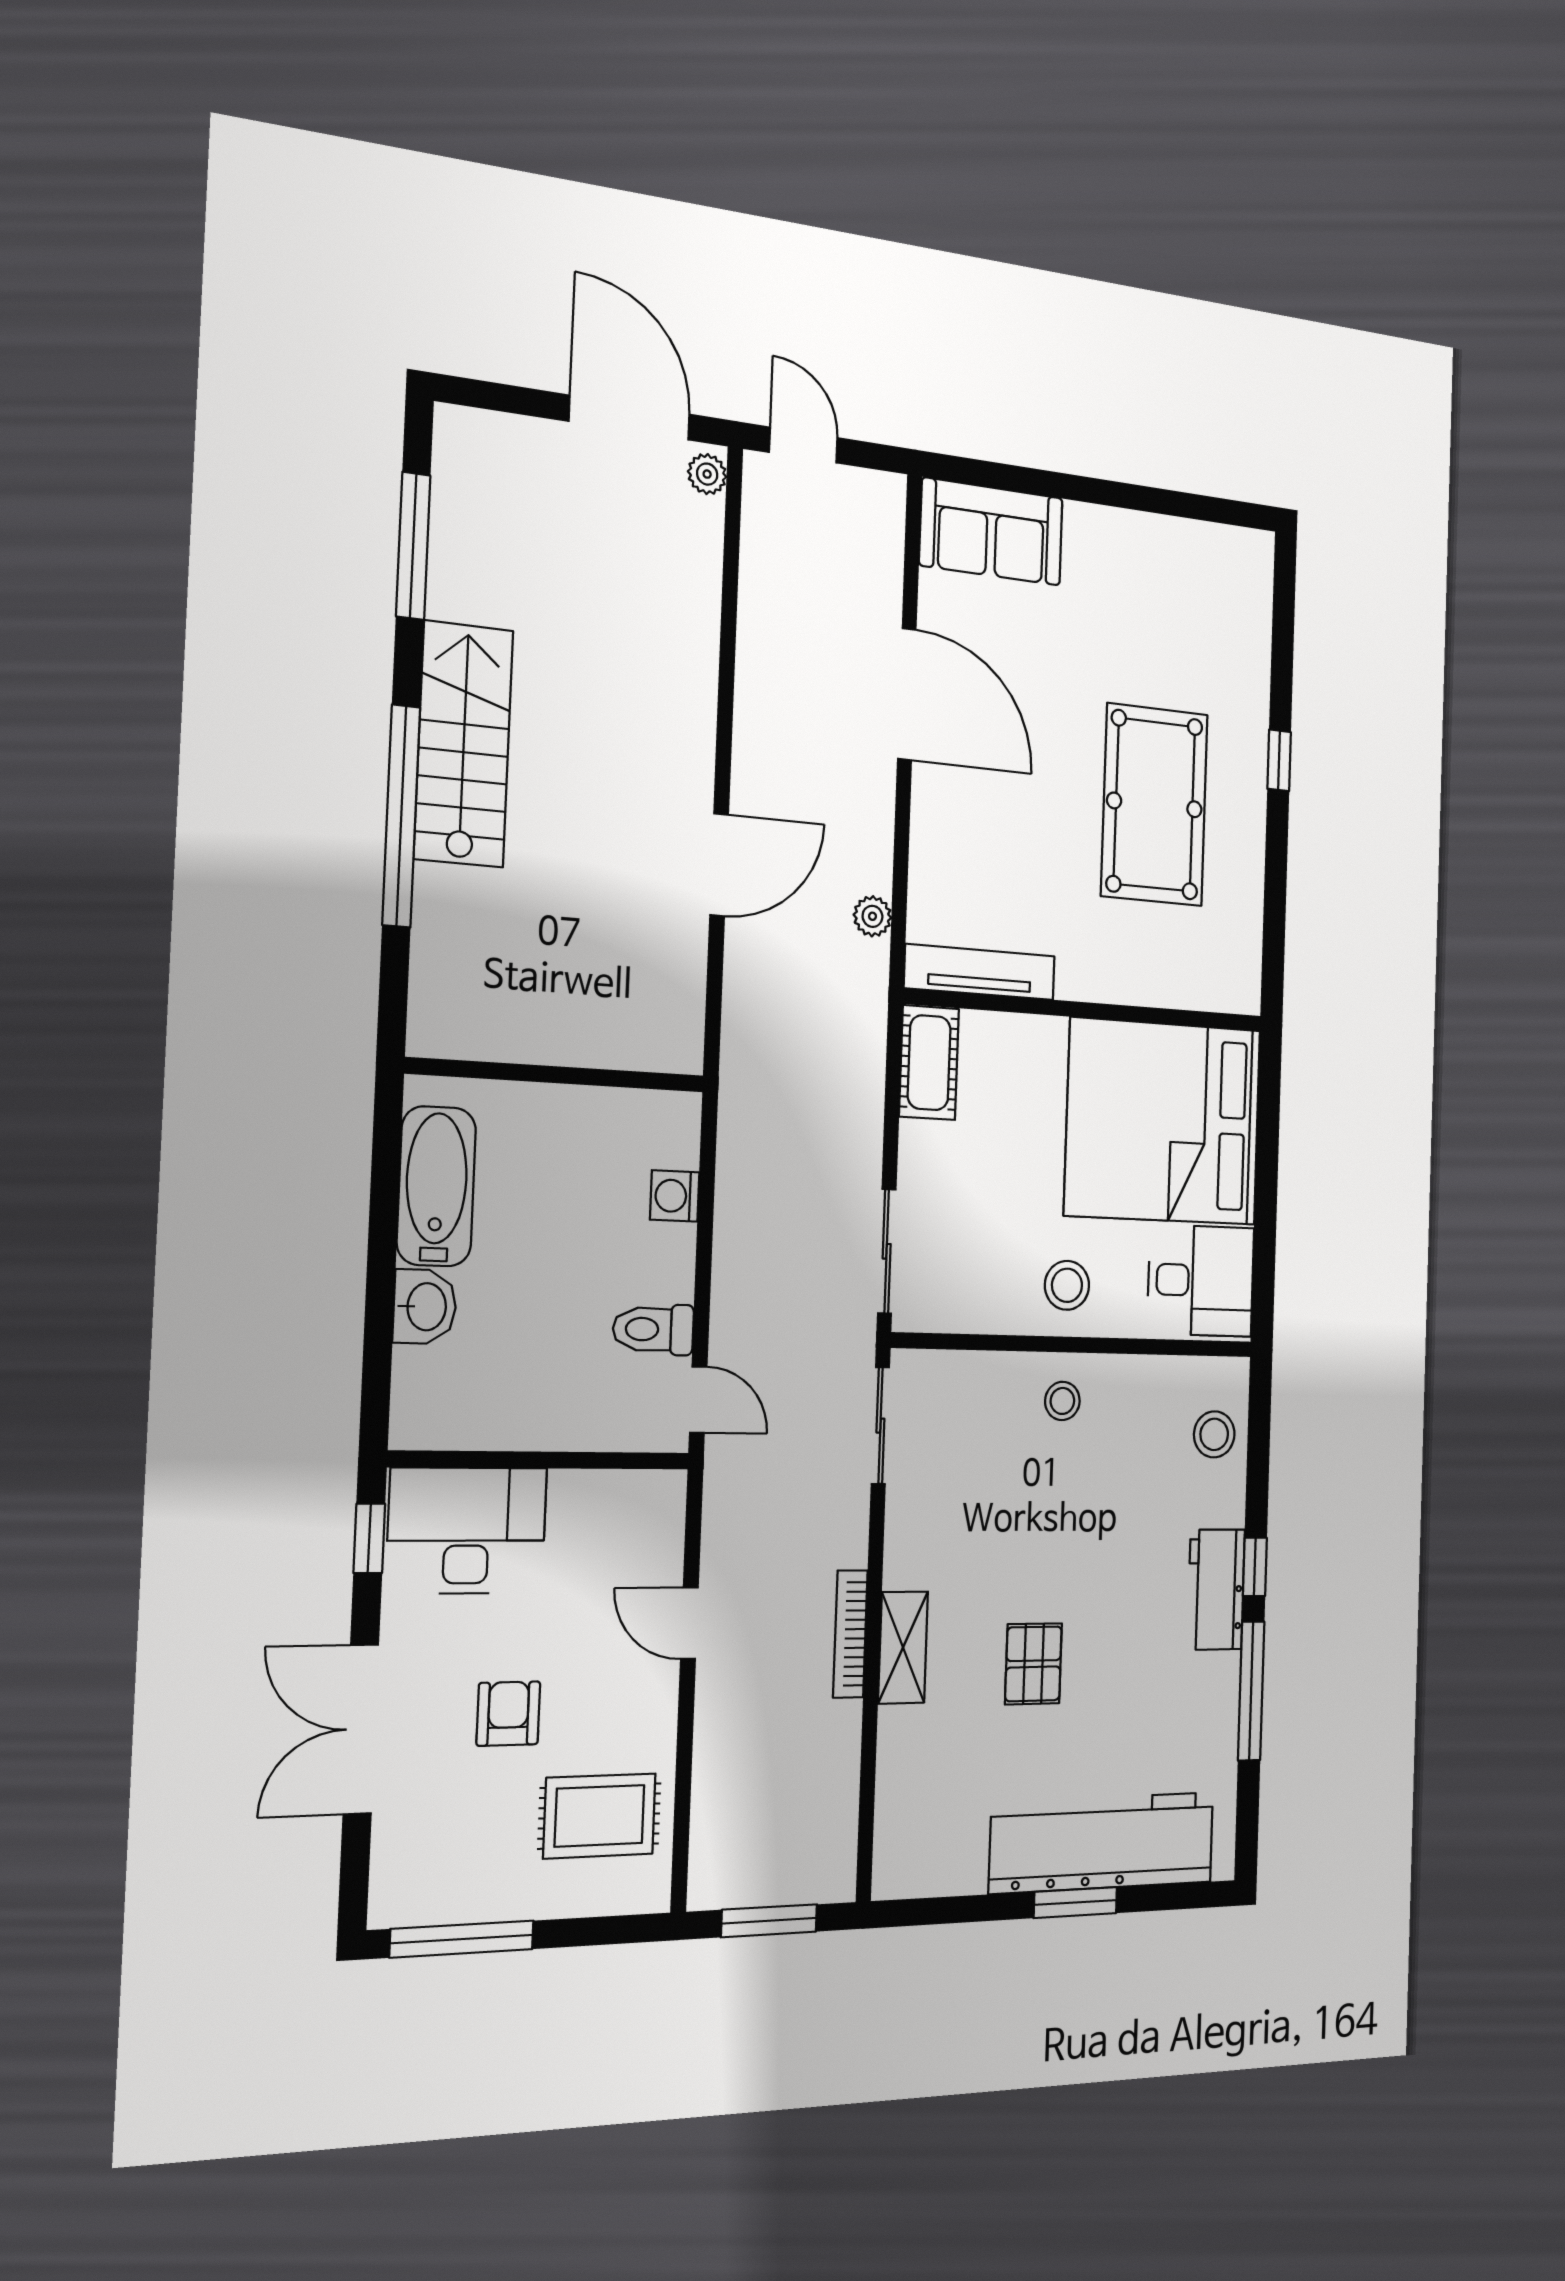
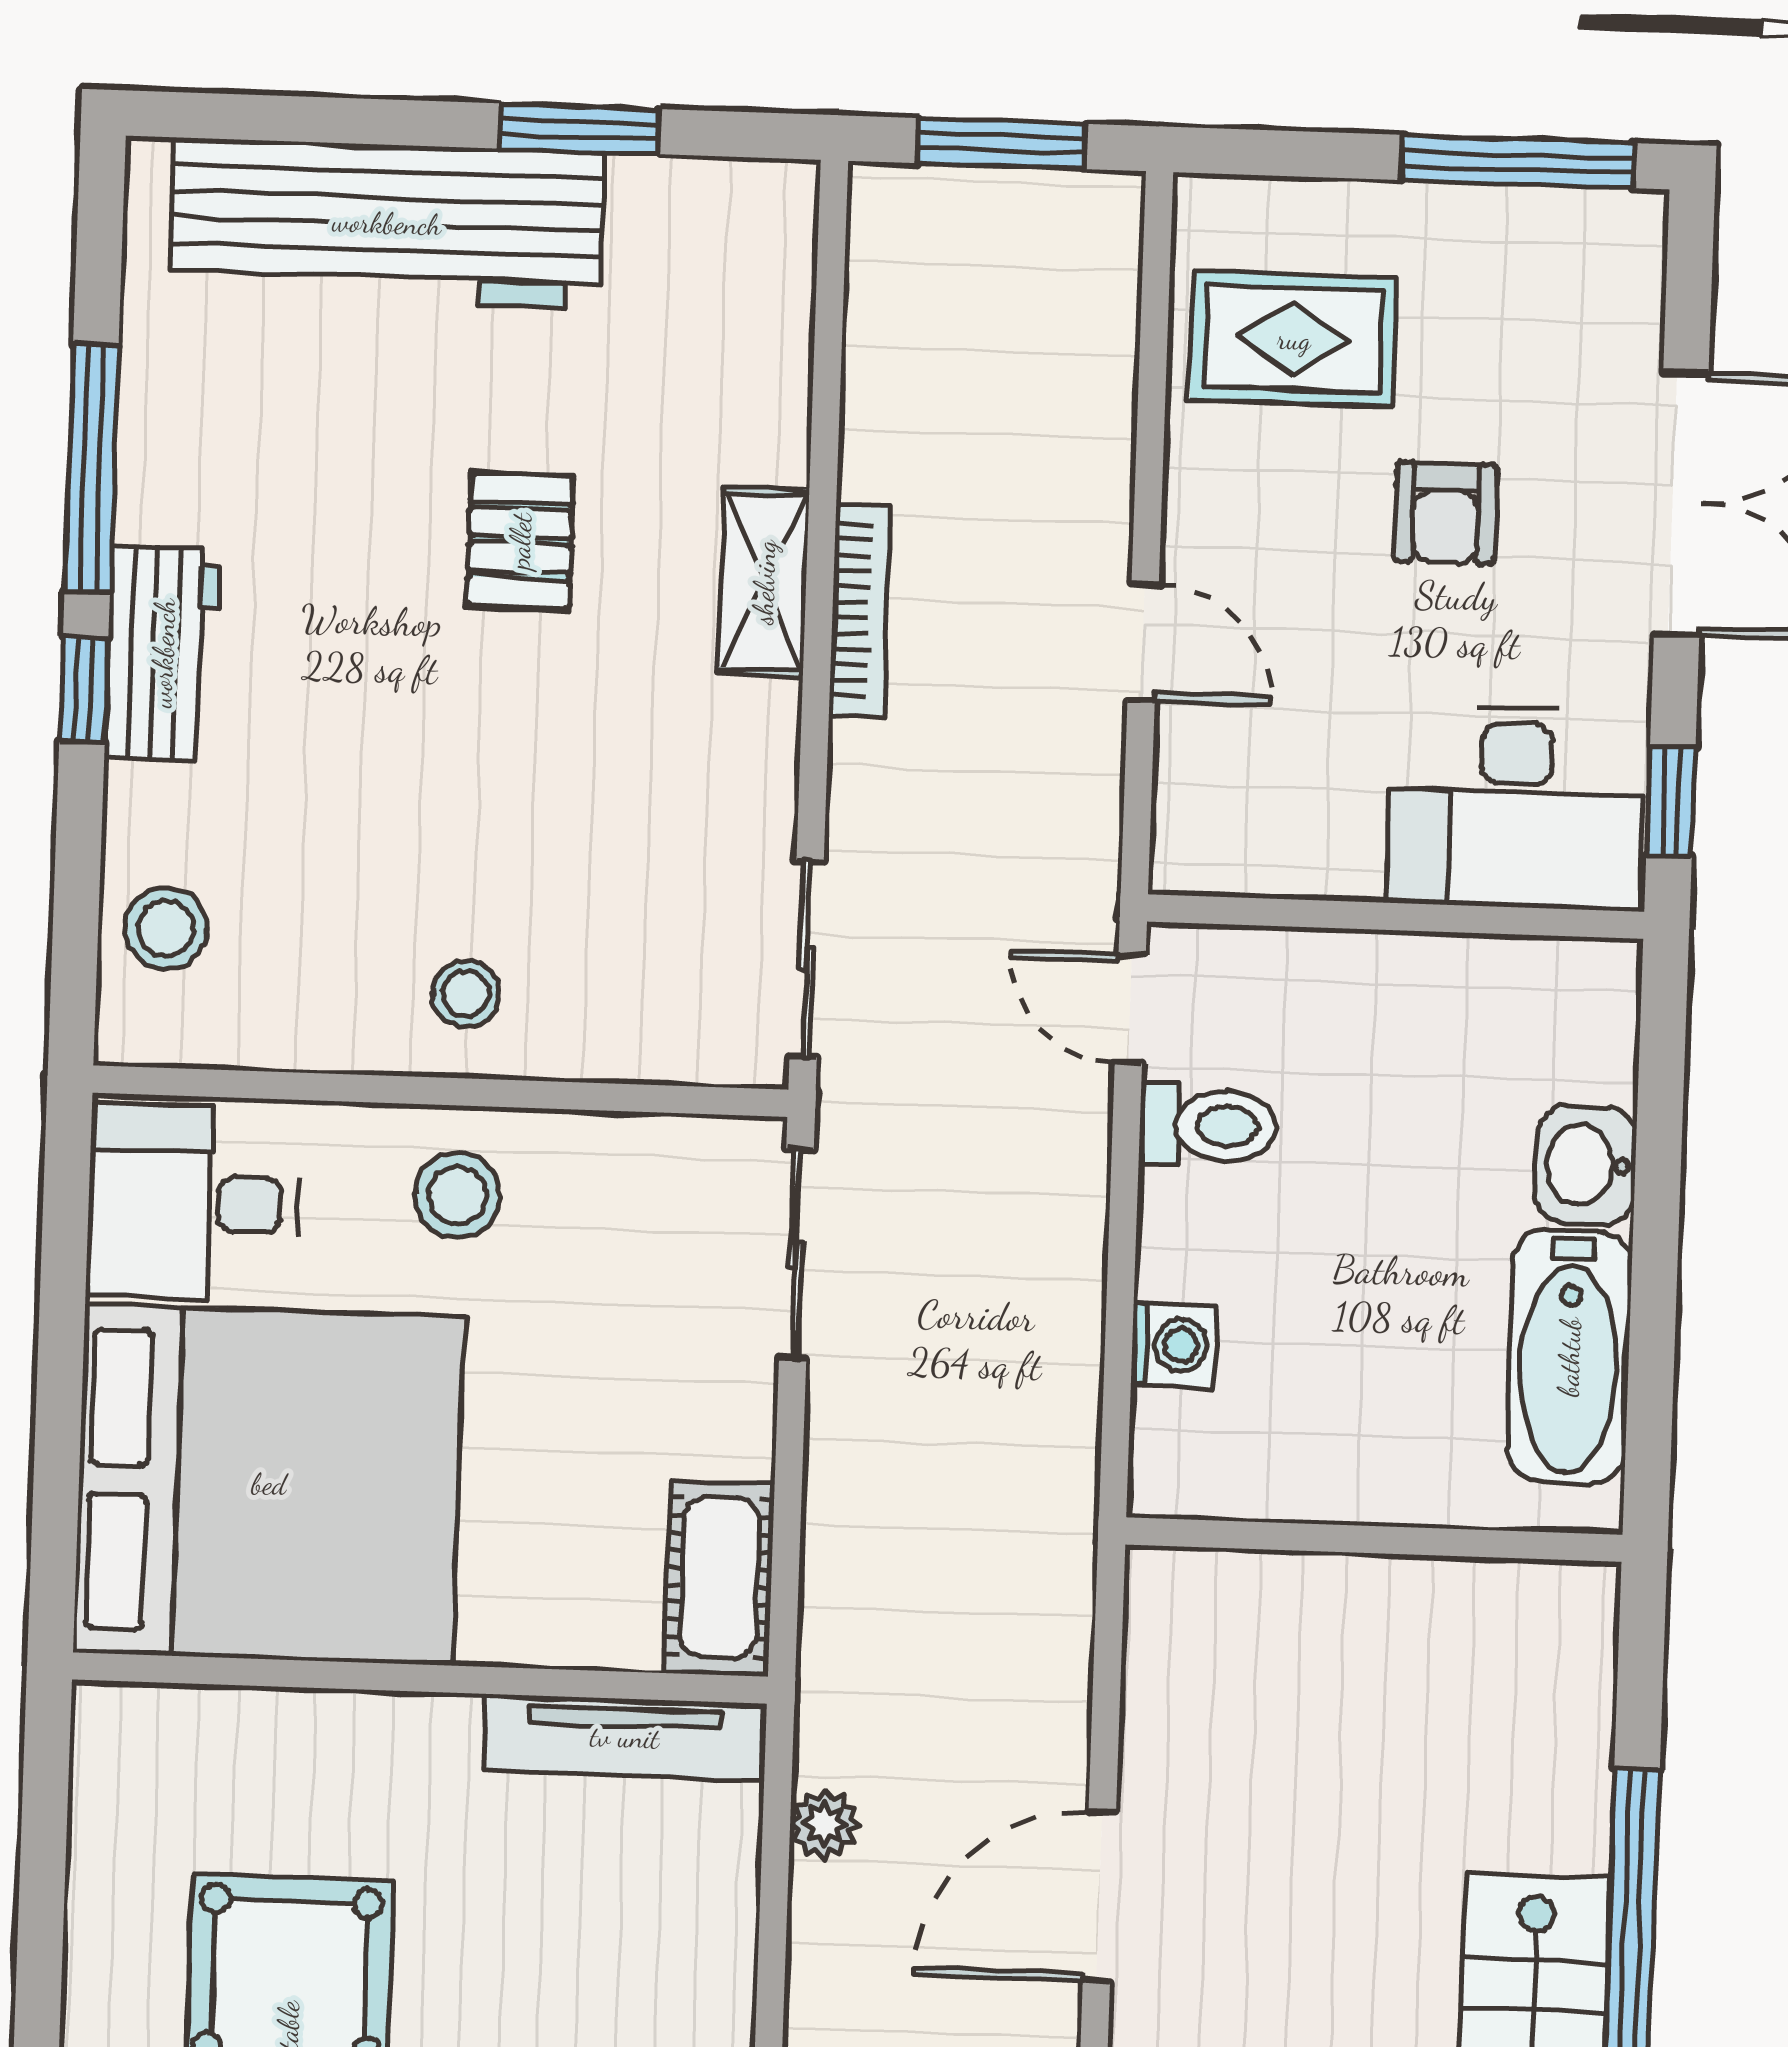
window: (1075, 1903) -> (580, 129), moved

